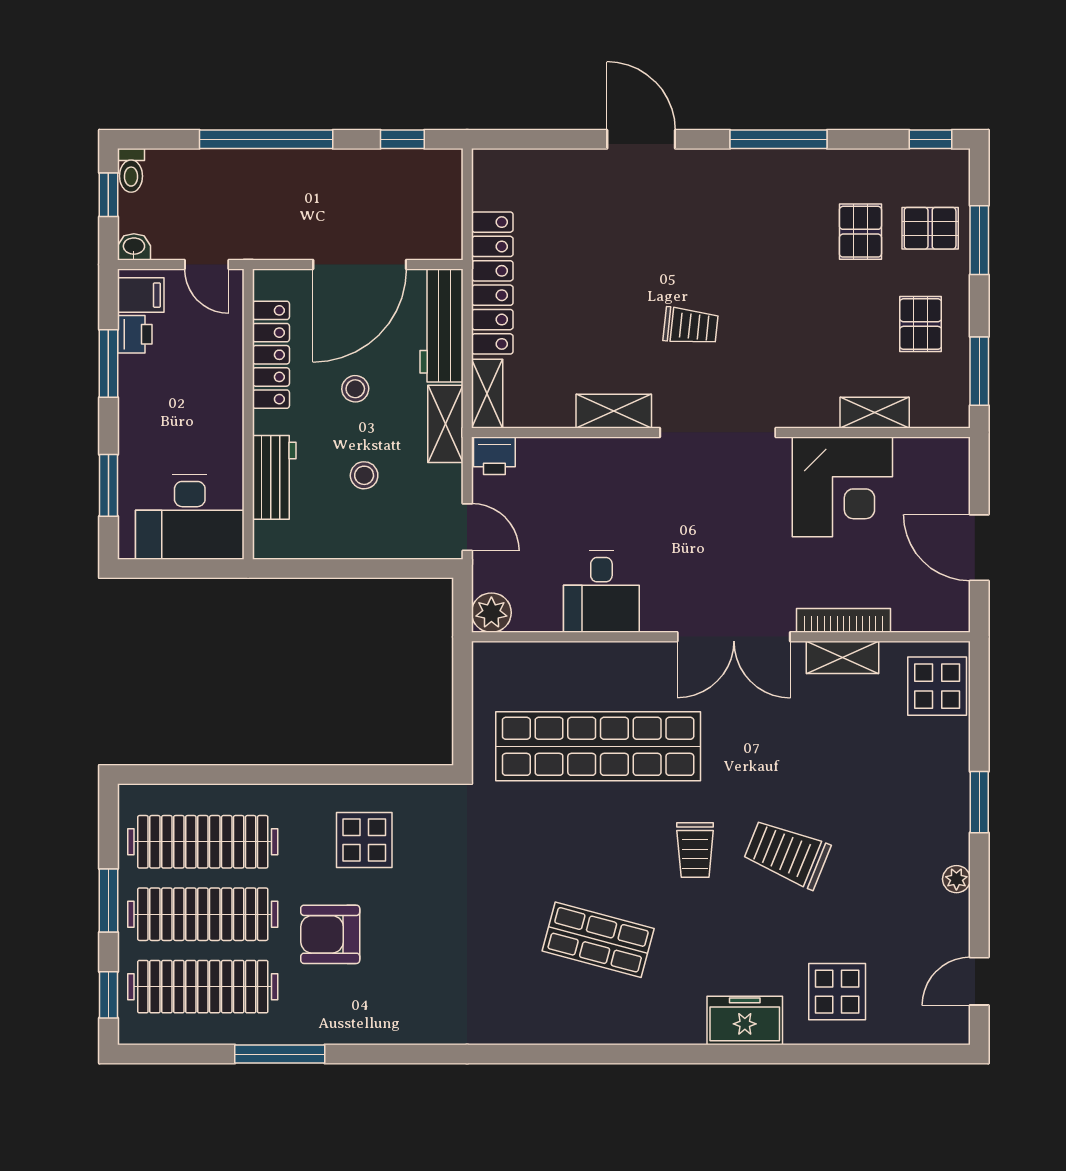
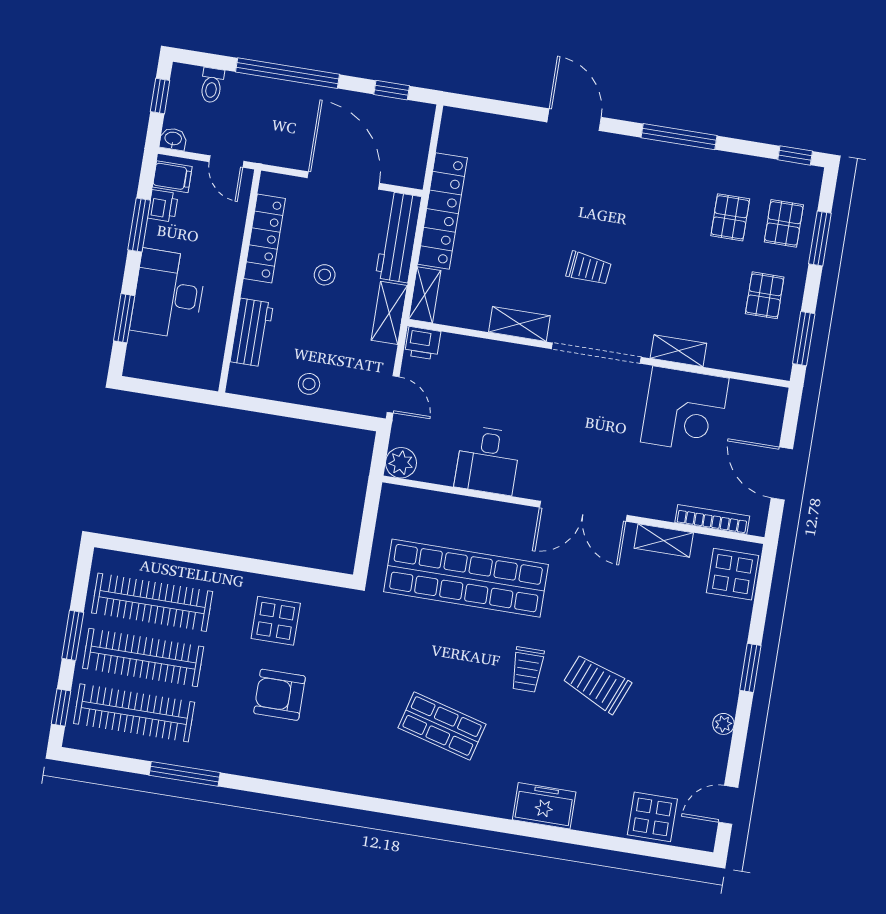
toilet: (131, 170) -> (212, 85), moved
pallet: (930, 228) -> (784, 223), turned 90
door: (360, 265) -> (343, 180), swing flipped
shelving: (875, 413) -> (678, 351), moved
stool: (364, 475) -> (309, 384), moved
desk: (190, 517) -> (168, 294), moved, turned 90
bookcase: (843, 620) -> (712, 519), moved
armchair: (330, 934) -> (280, 695), moved
display table: (837, 992) -> (652, 817), moved

